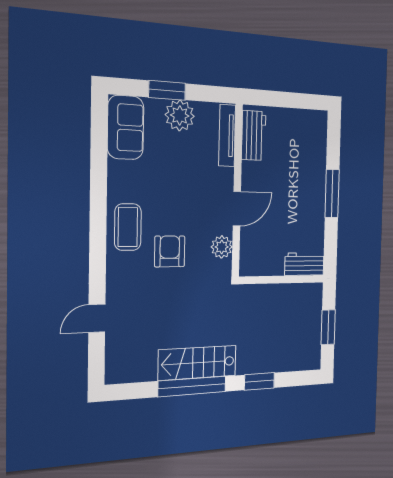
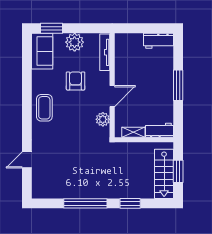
window: (167, 90) -> (52, 28), moved
workbench: (254, 135) -> (158, 41), moved, turned 90
armchair: (170, 251) -> (76, 81), moved
shelving: (267, 268) -> (133, 132), added
stairs: (197, 363) -> (164, 174), moved, turned -90

